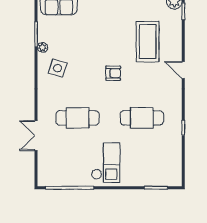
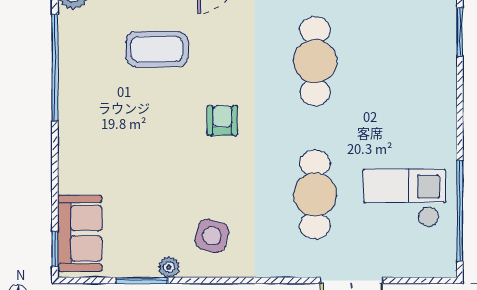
coffee table: (148, 42) -> (157, 49), width x0.73, depth x0.76
checkout: (106, 163) -> (405, 198), moved

